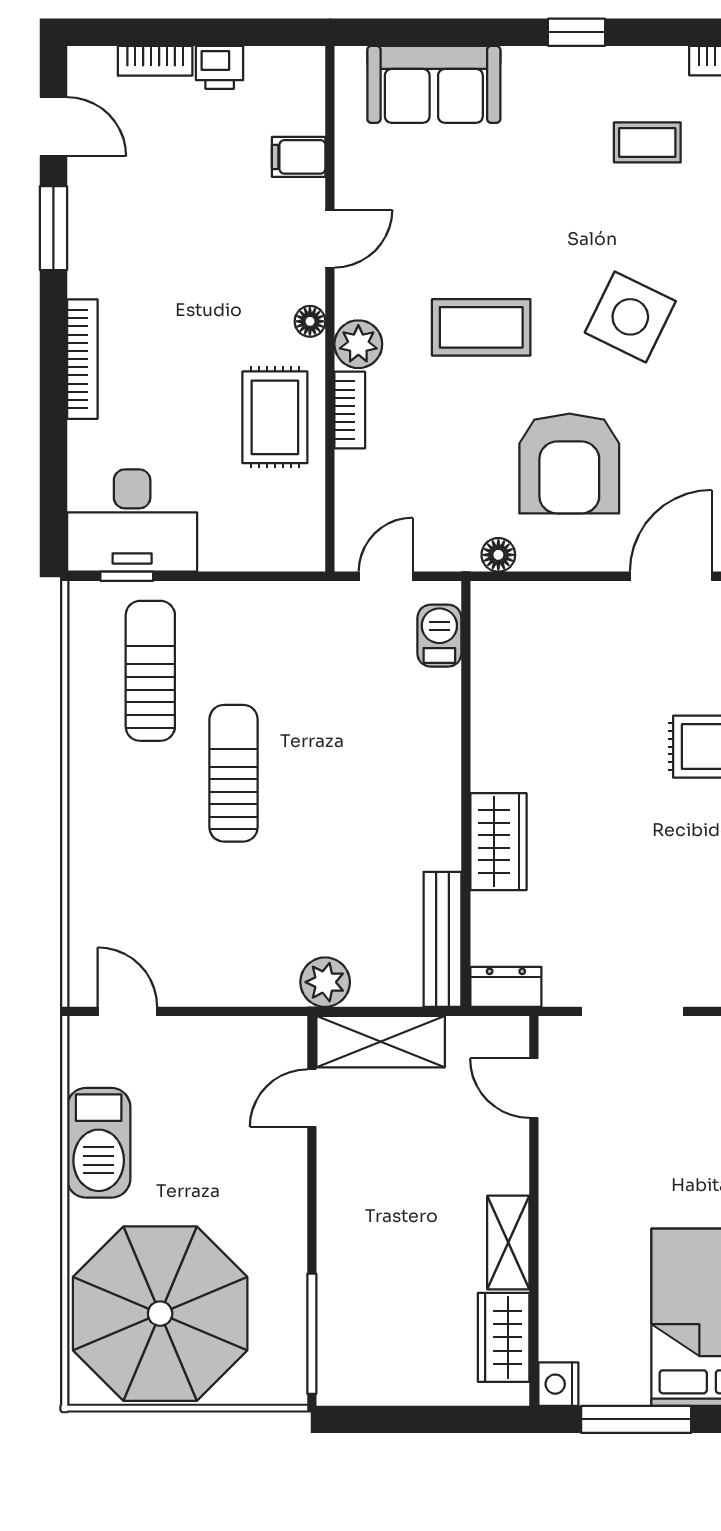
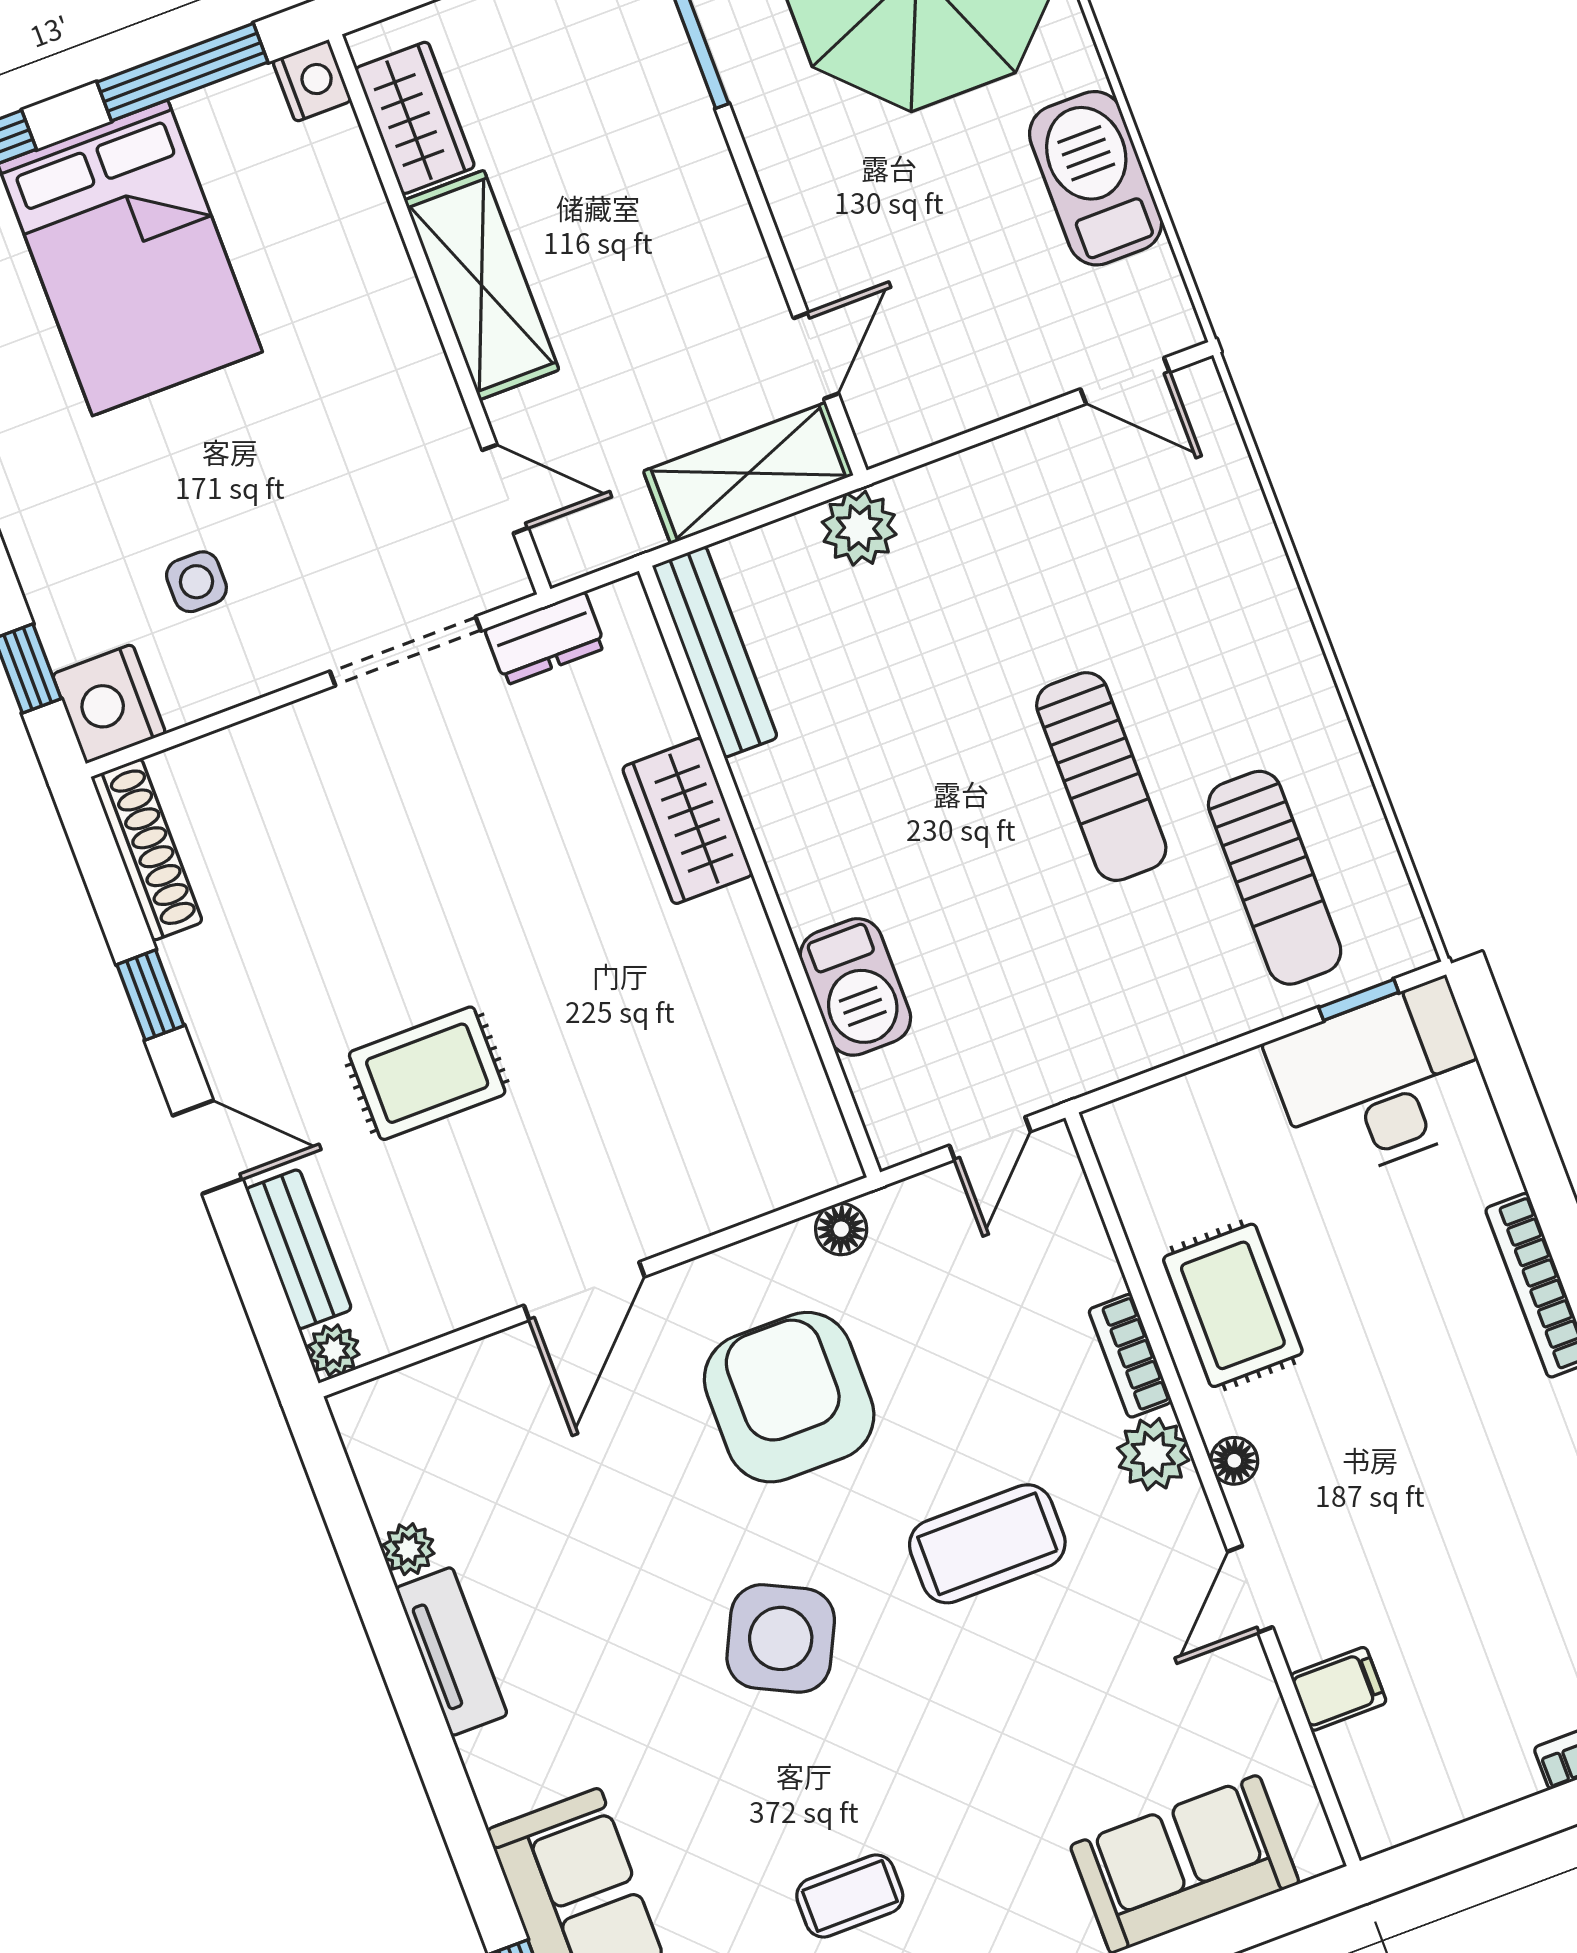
printer: (220, 67) -> (1499, 1774), removed
barbecue: (439, 636) -> (855, 987), moved, width x1.38, depth x1.27
dresser: (506, 987) -> (545, 638), moved
shelving: (508, 1243) -> (482, 285), width x1.50, depth x1.33

